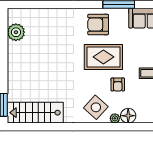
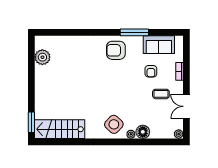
rug: (103, 57) -> (121, 79), removed
armchair: (118, 85) -> (151, 71), moved

